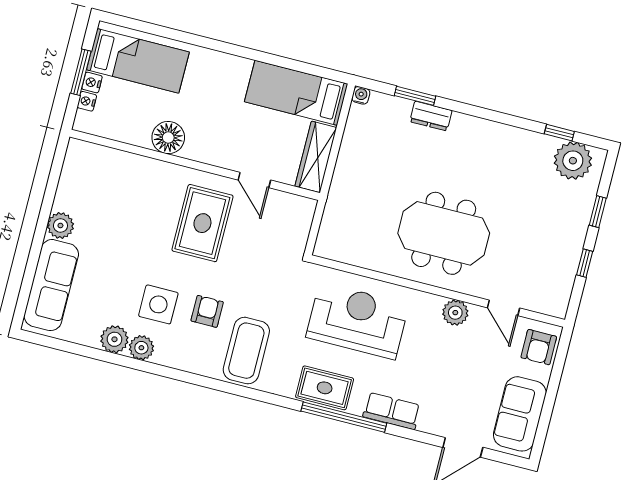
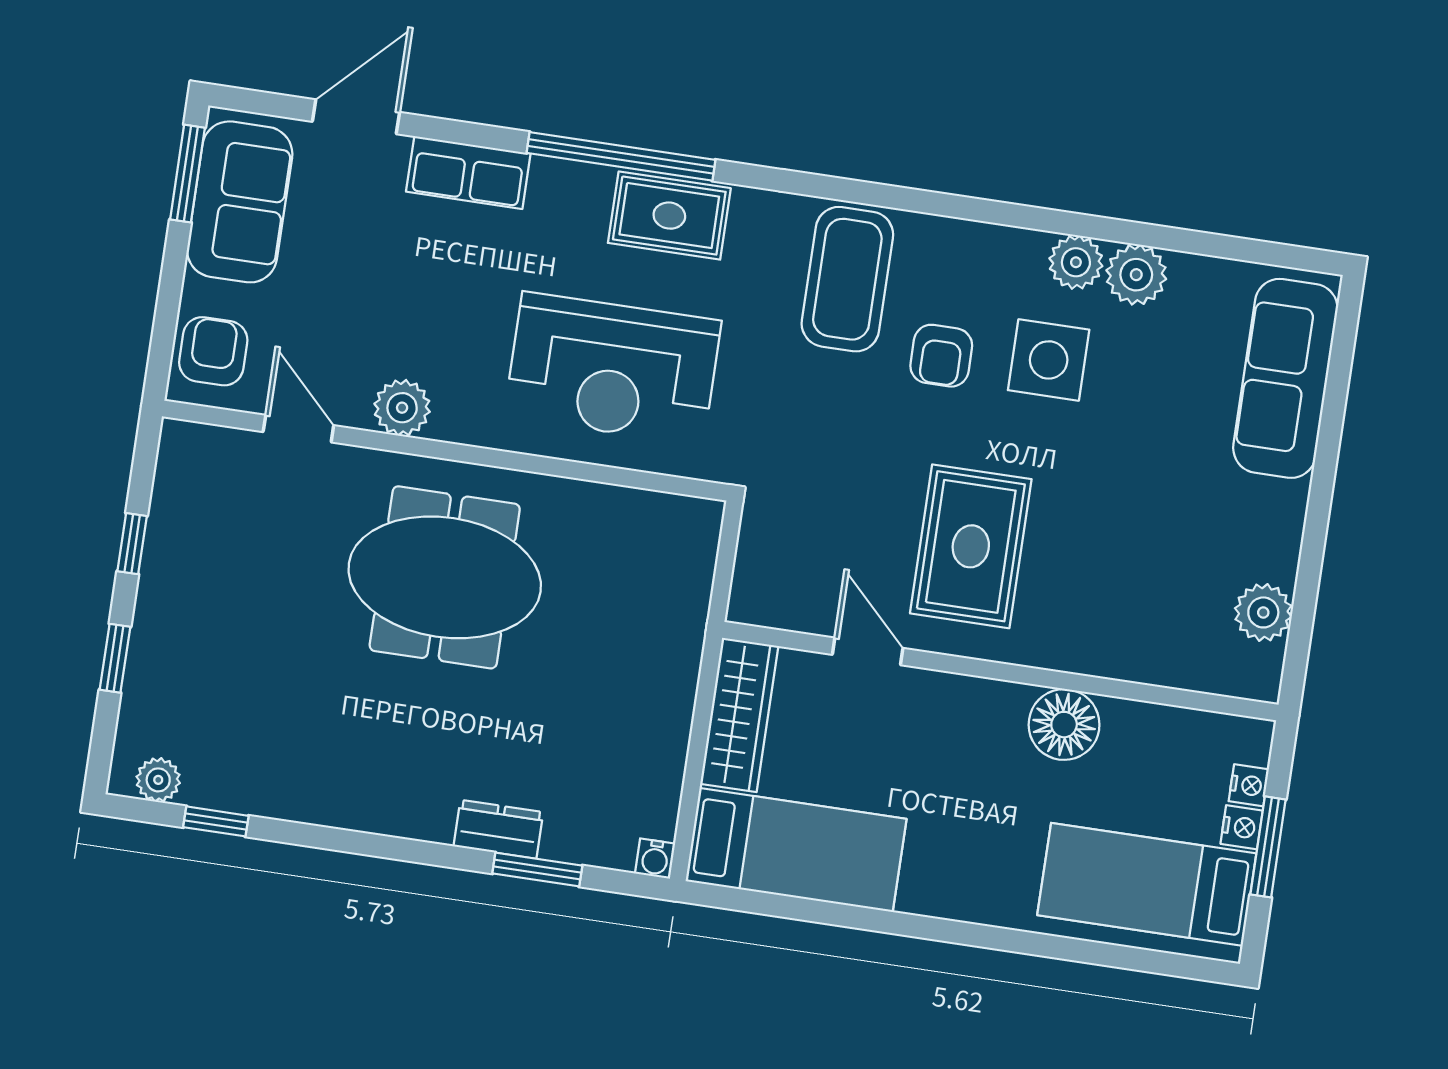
plant: (573, 161) -> (158, 780), width x0.53, depth x0.53
plant: (60, 226) -> (1263, 612), moved
row of seats: (392, 411) -> (468, 173), moved
window: (542, 429) -> (187, 174), added

